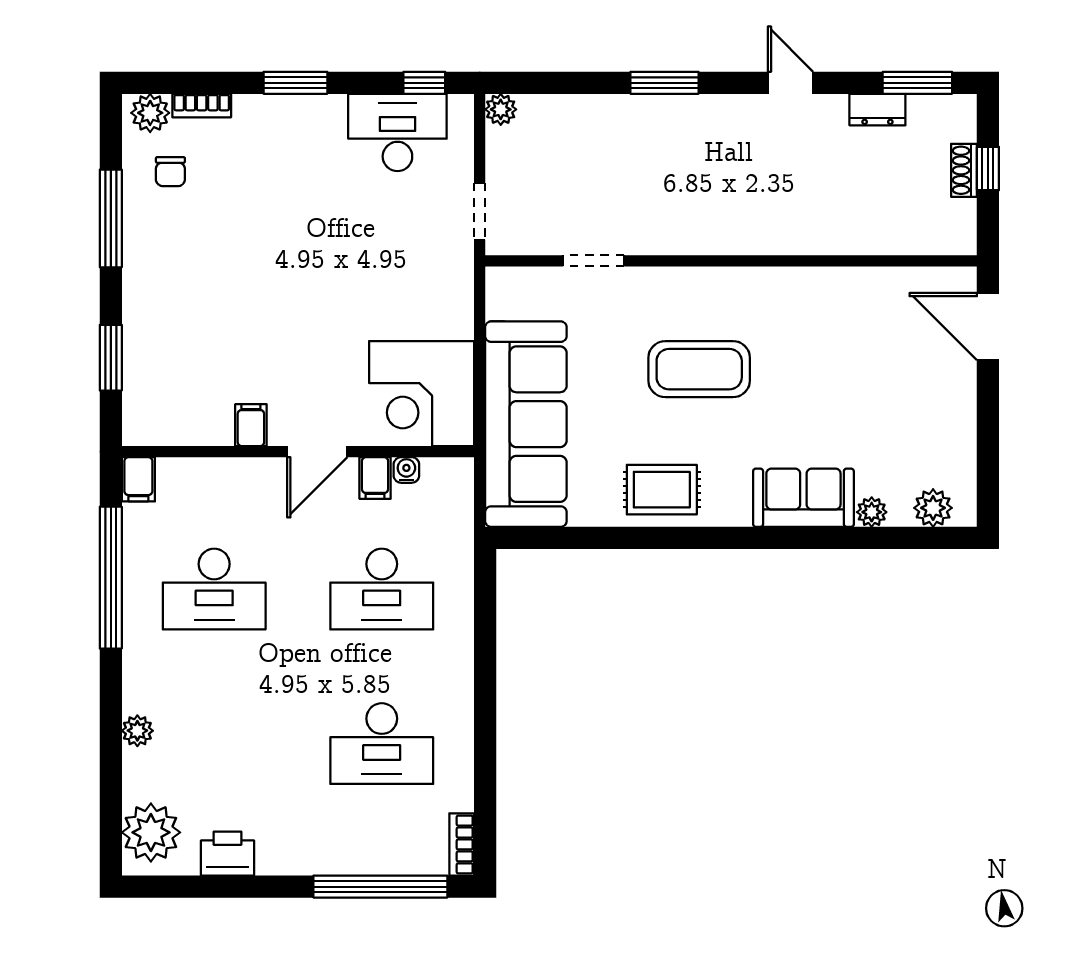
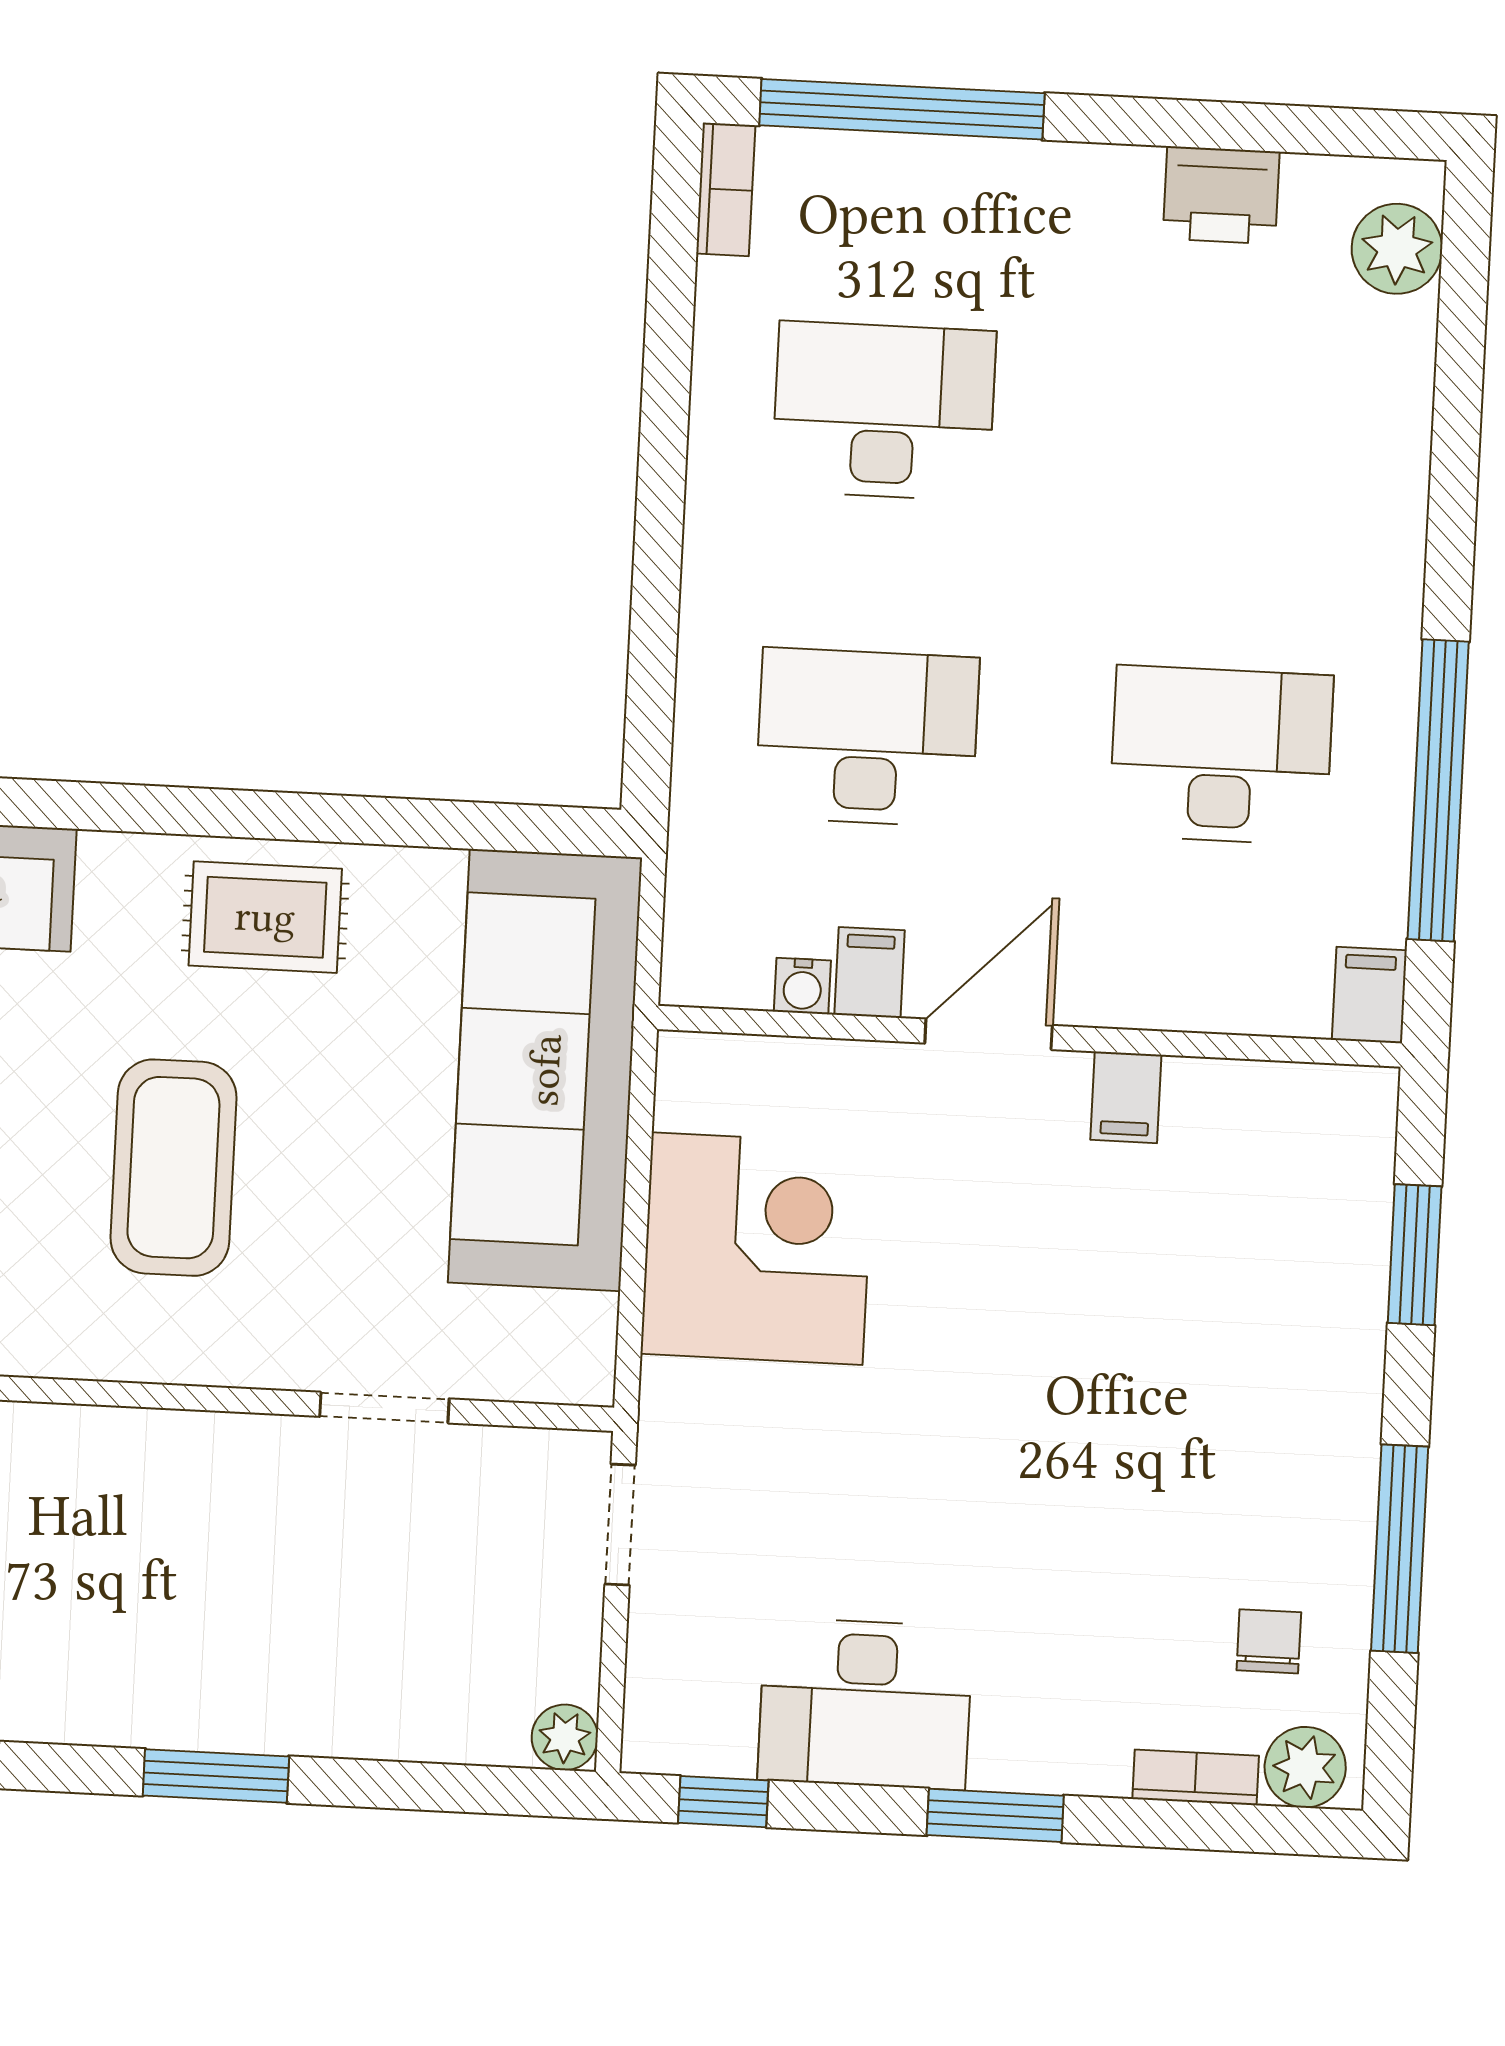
desk: (397, 132) -> (865, 1704), moved
coffee table: (699, 369) -> (173, 1168), turned 90
corner desk: (422, 394) -> (757, 1249), moved
plant: (137, 731) -> (1398, 464), removed
plant: (151, 832) -> (1397, 249), width x0.73, depth x0.73

